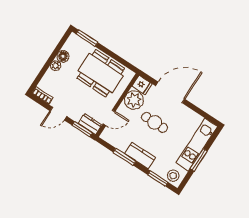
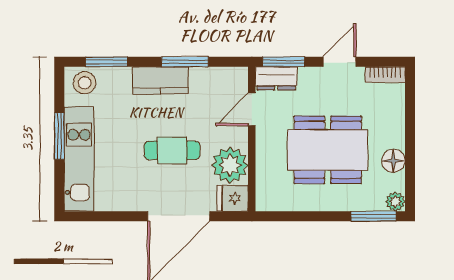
plant: (56, 66) -> (395, 202), moved
dining table: (101, 73) -> (328, 150), moved

